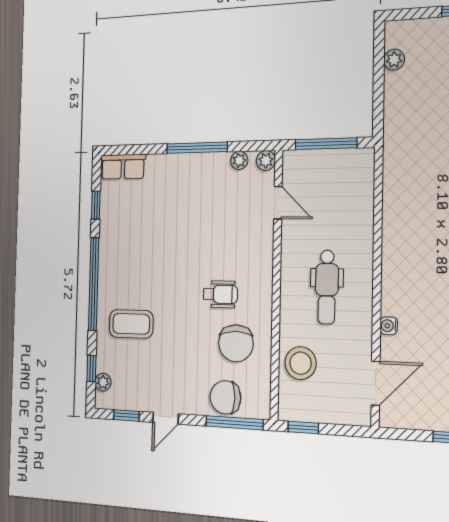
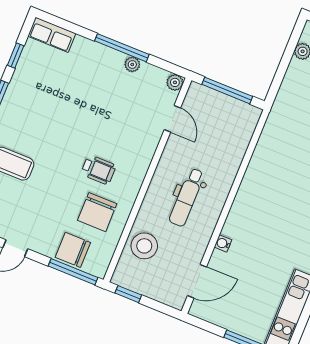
plant: (239, 160) -> (132, 64), moved

